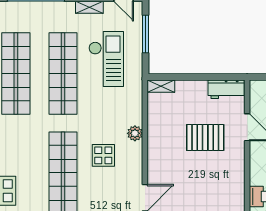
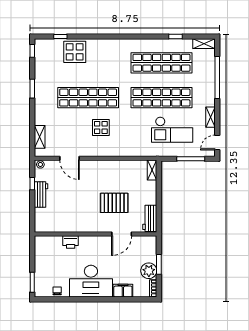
plant: (135, 133) -> (117, 151), removed
pallet: (205, 137) -> (114, 203), turned 90

